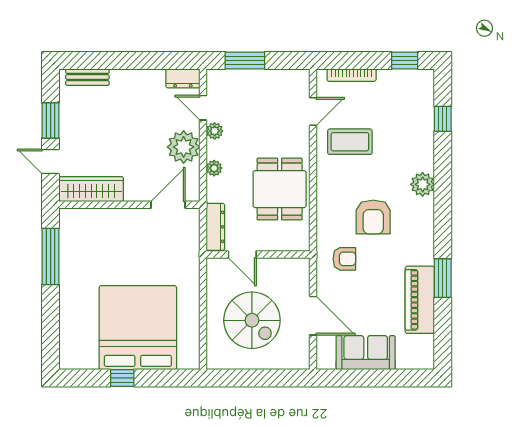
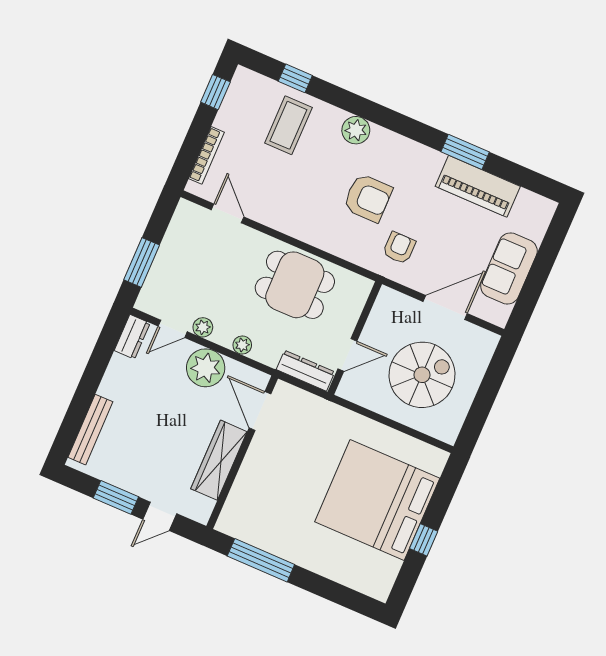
bench: (87, 77) -> (90, 430), width x1.36
coffee table: (350, 142) -> (288, 125), moved
wardrobe: (91, 189) -> (219, 460), moved

